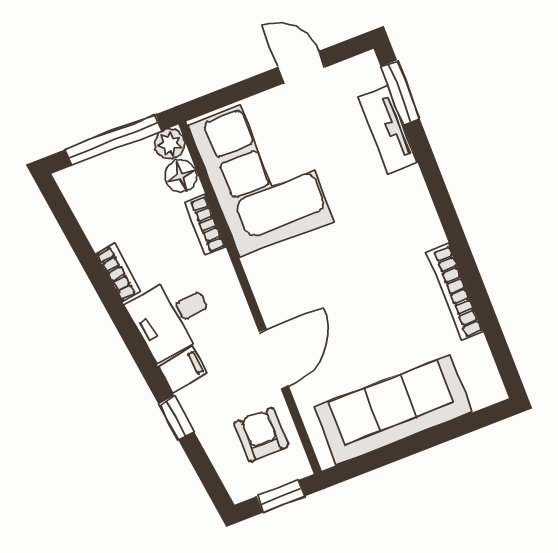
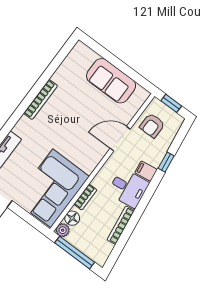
bookcase: (119, 273) -> (121, 225), width x1.56
bookcase: (455, 292) -> (41, 99), moved
sofa: (393, 410) -> (111, 81), width x0.73

